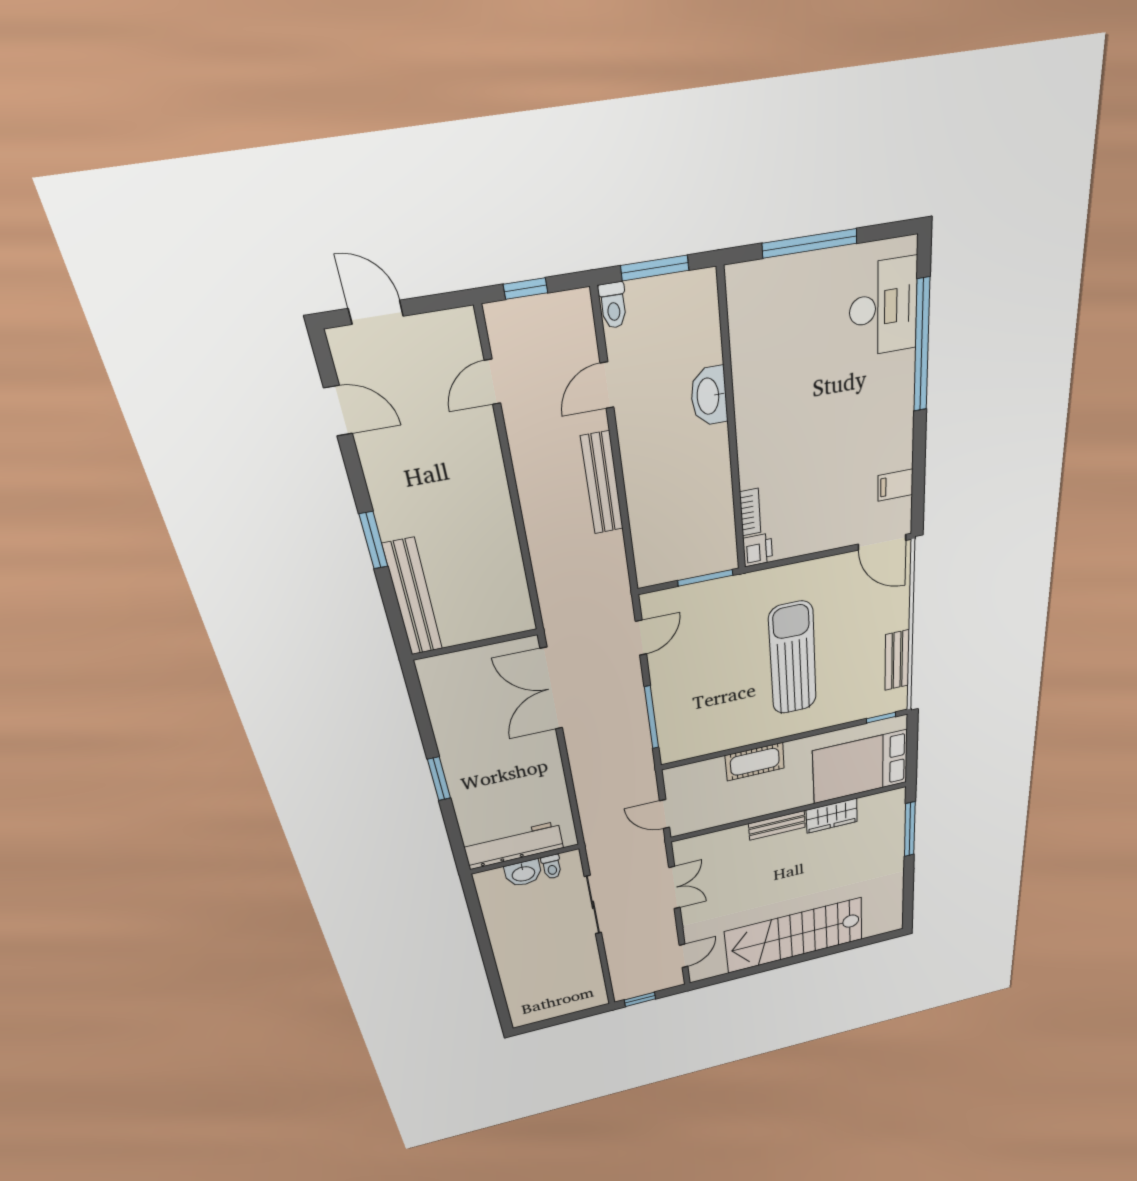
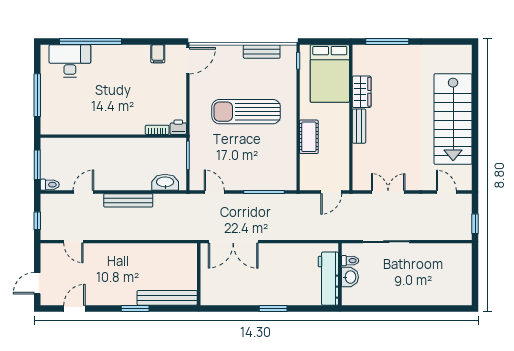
door: (607, 385) -> (83, 192), swing flipped
washbasin: (709, 396) -> (165, 182), moved, turned 180

